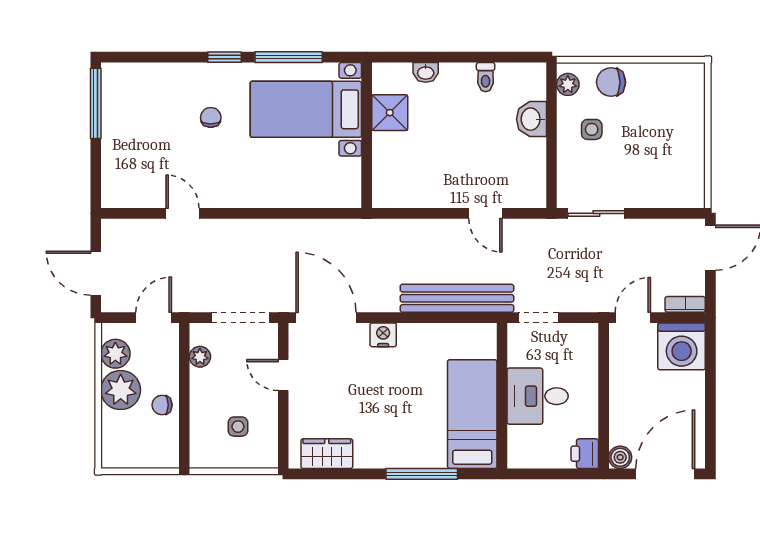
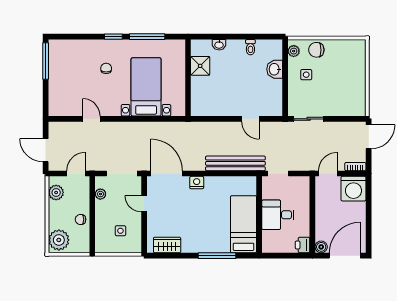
bed with nightstands: (306, 109) -> (146, 87), moved, turned 90
plant: (121, 390) -> (59, 240), moved

